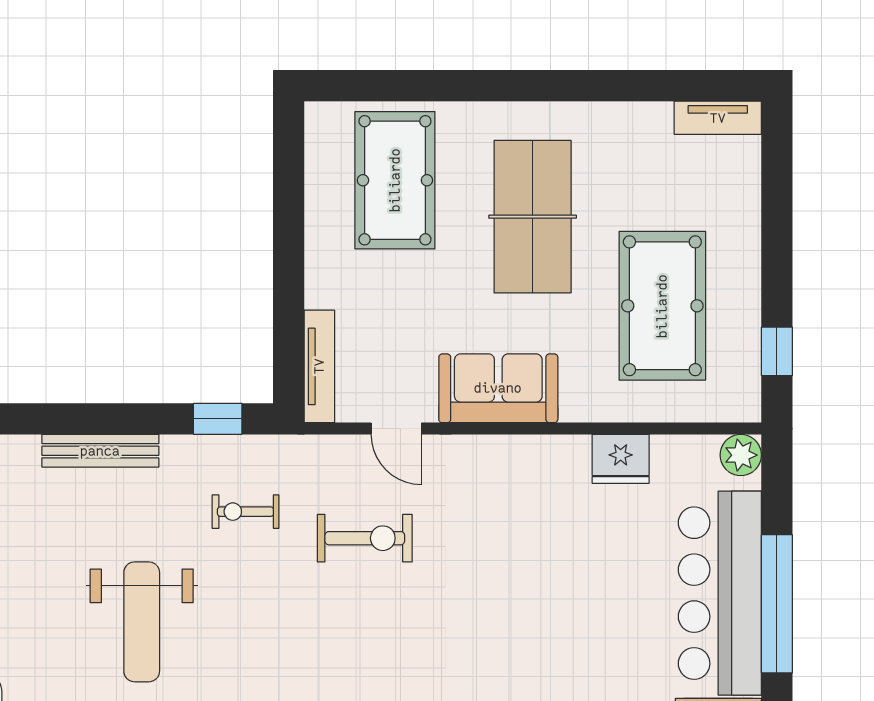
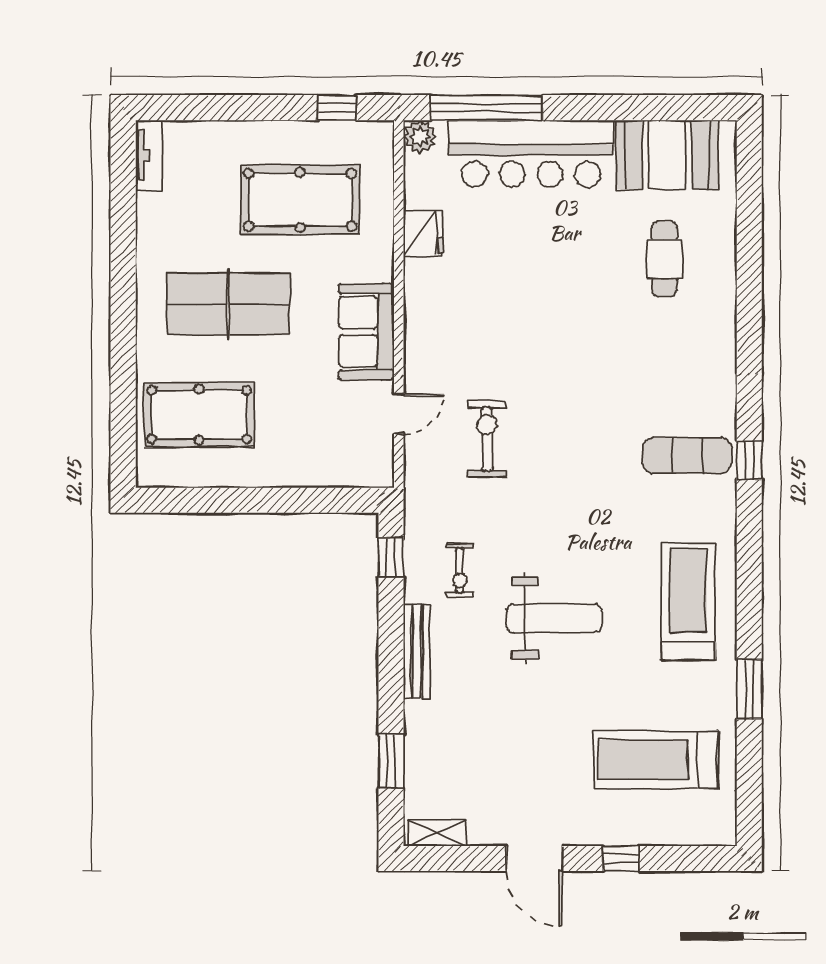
tv unit: (319, 366) -> (349, 475), removed
exercise bike: (245, 512) -> (460, 570), moved
window: (777, 604) -> (487, 108), moved

